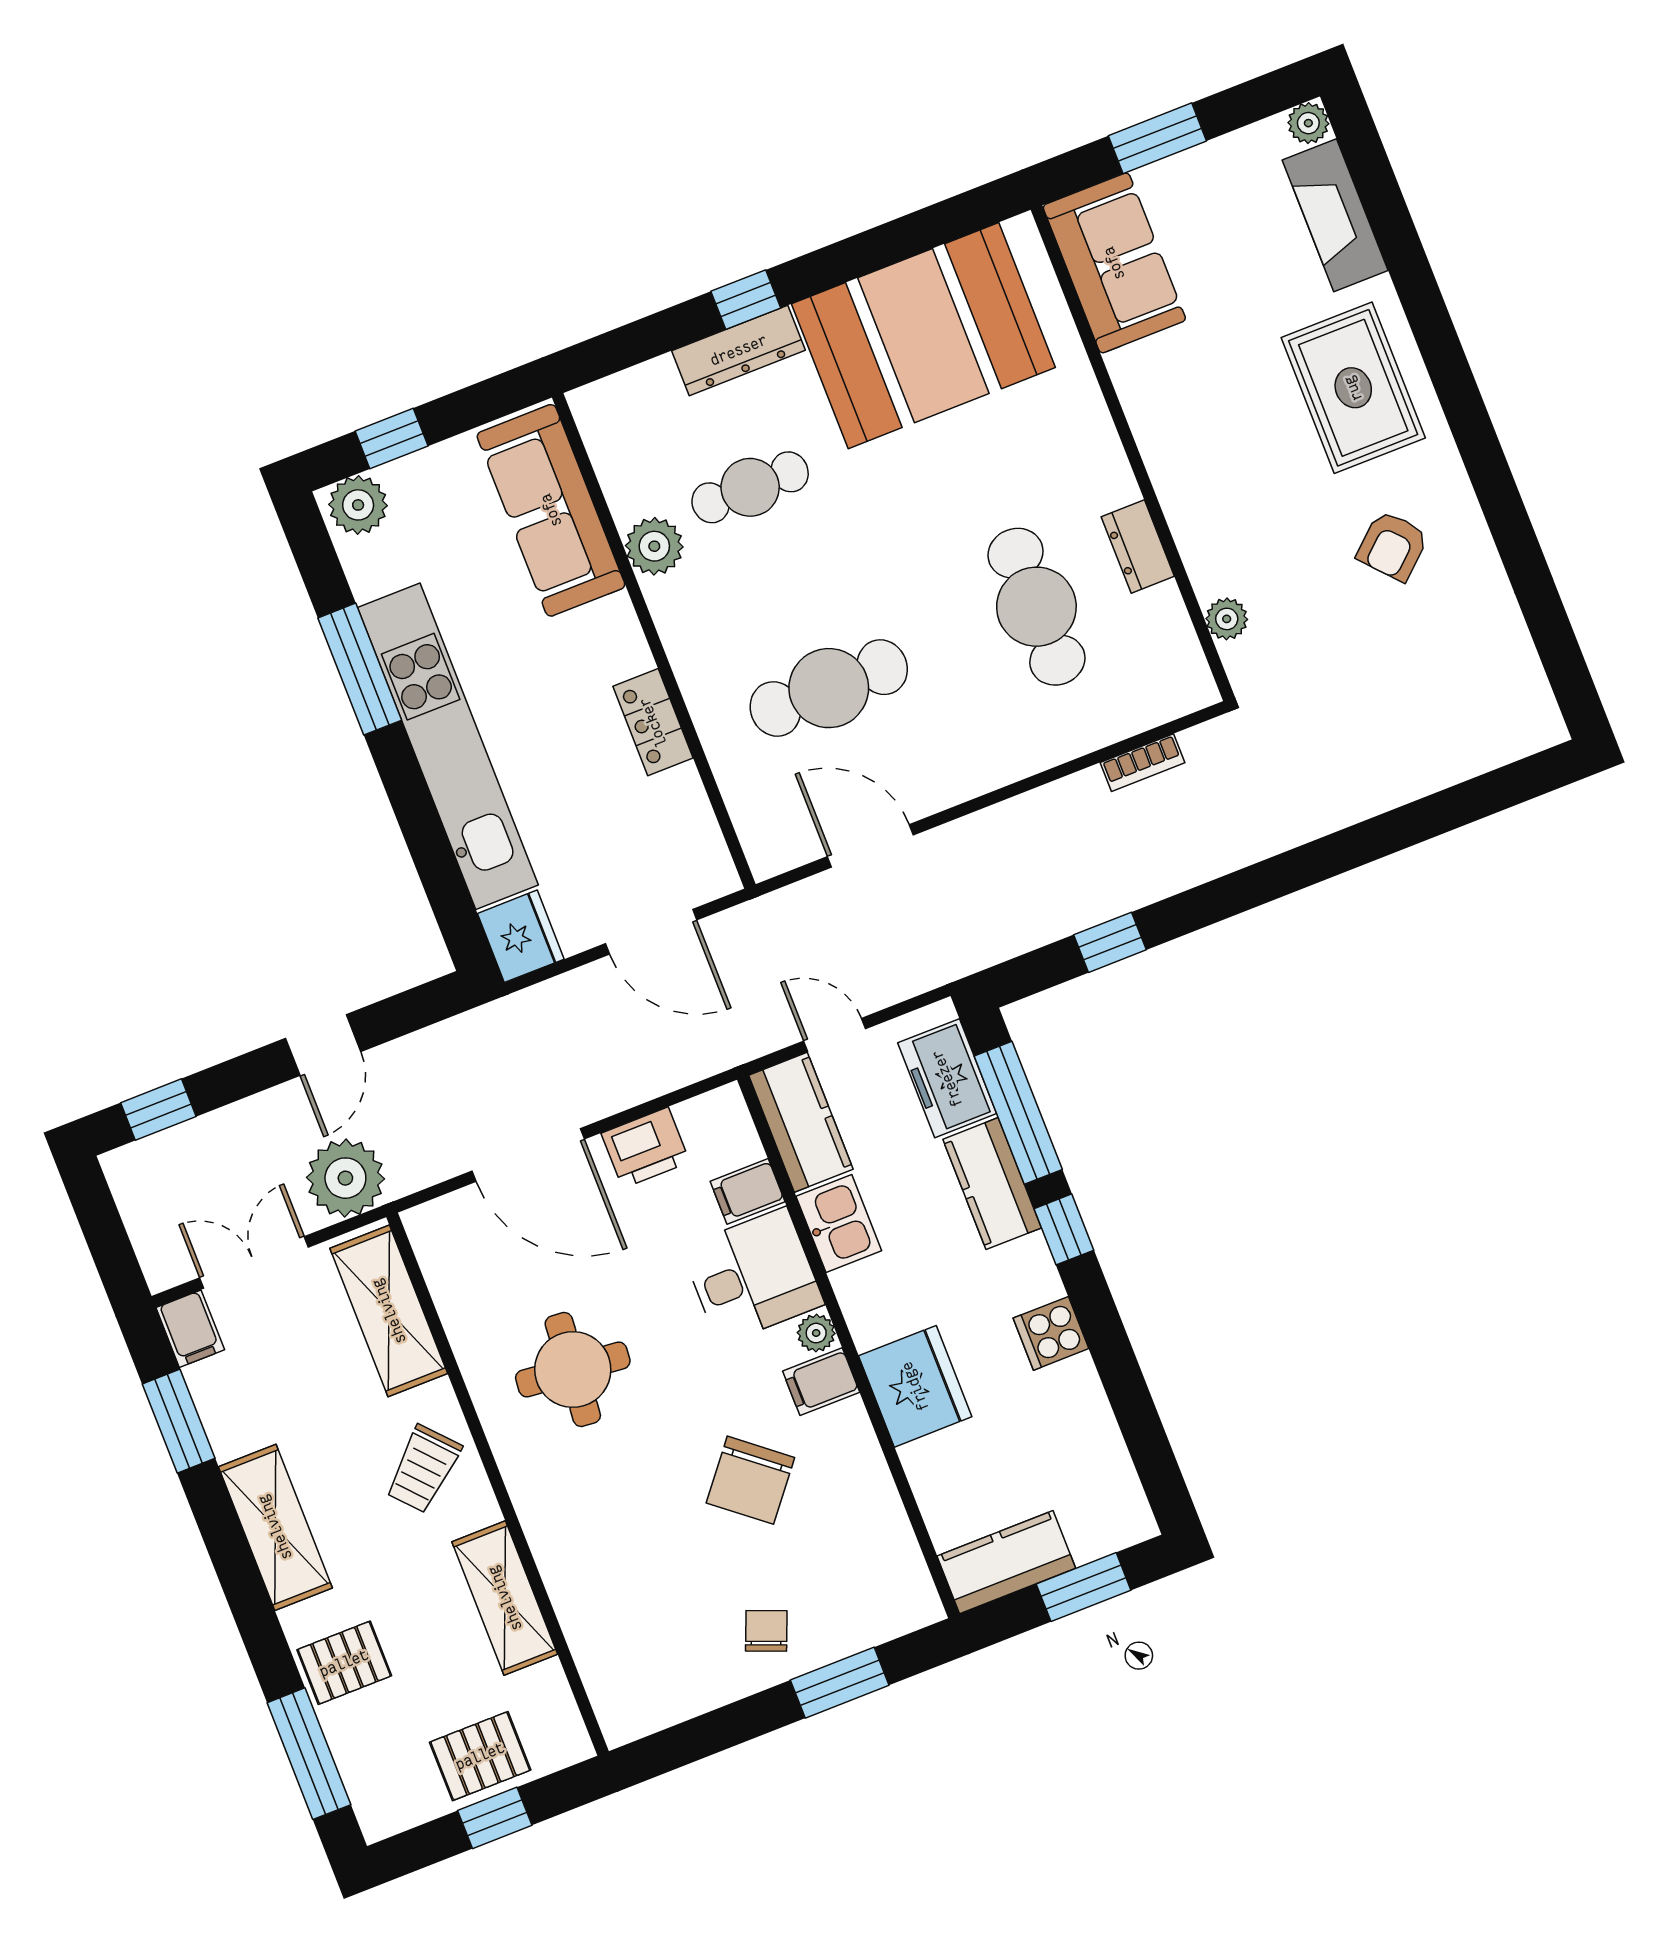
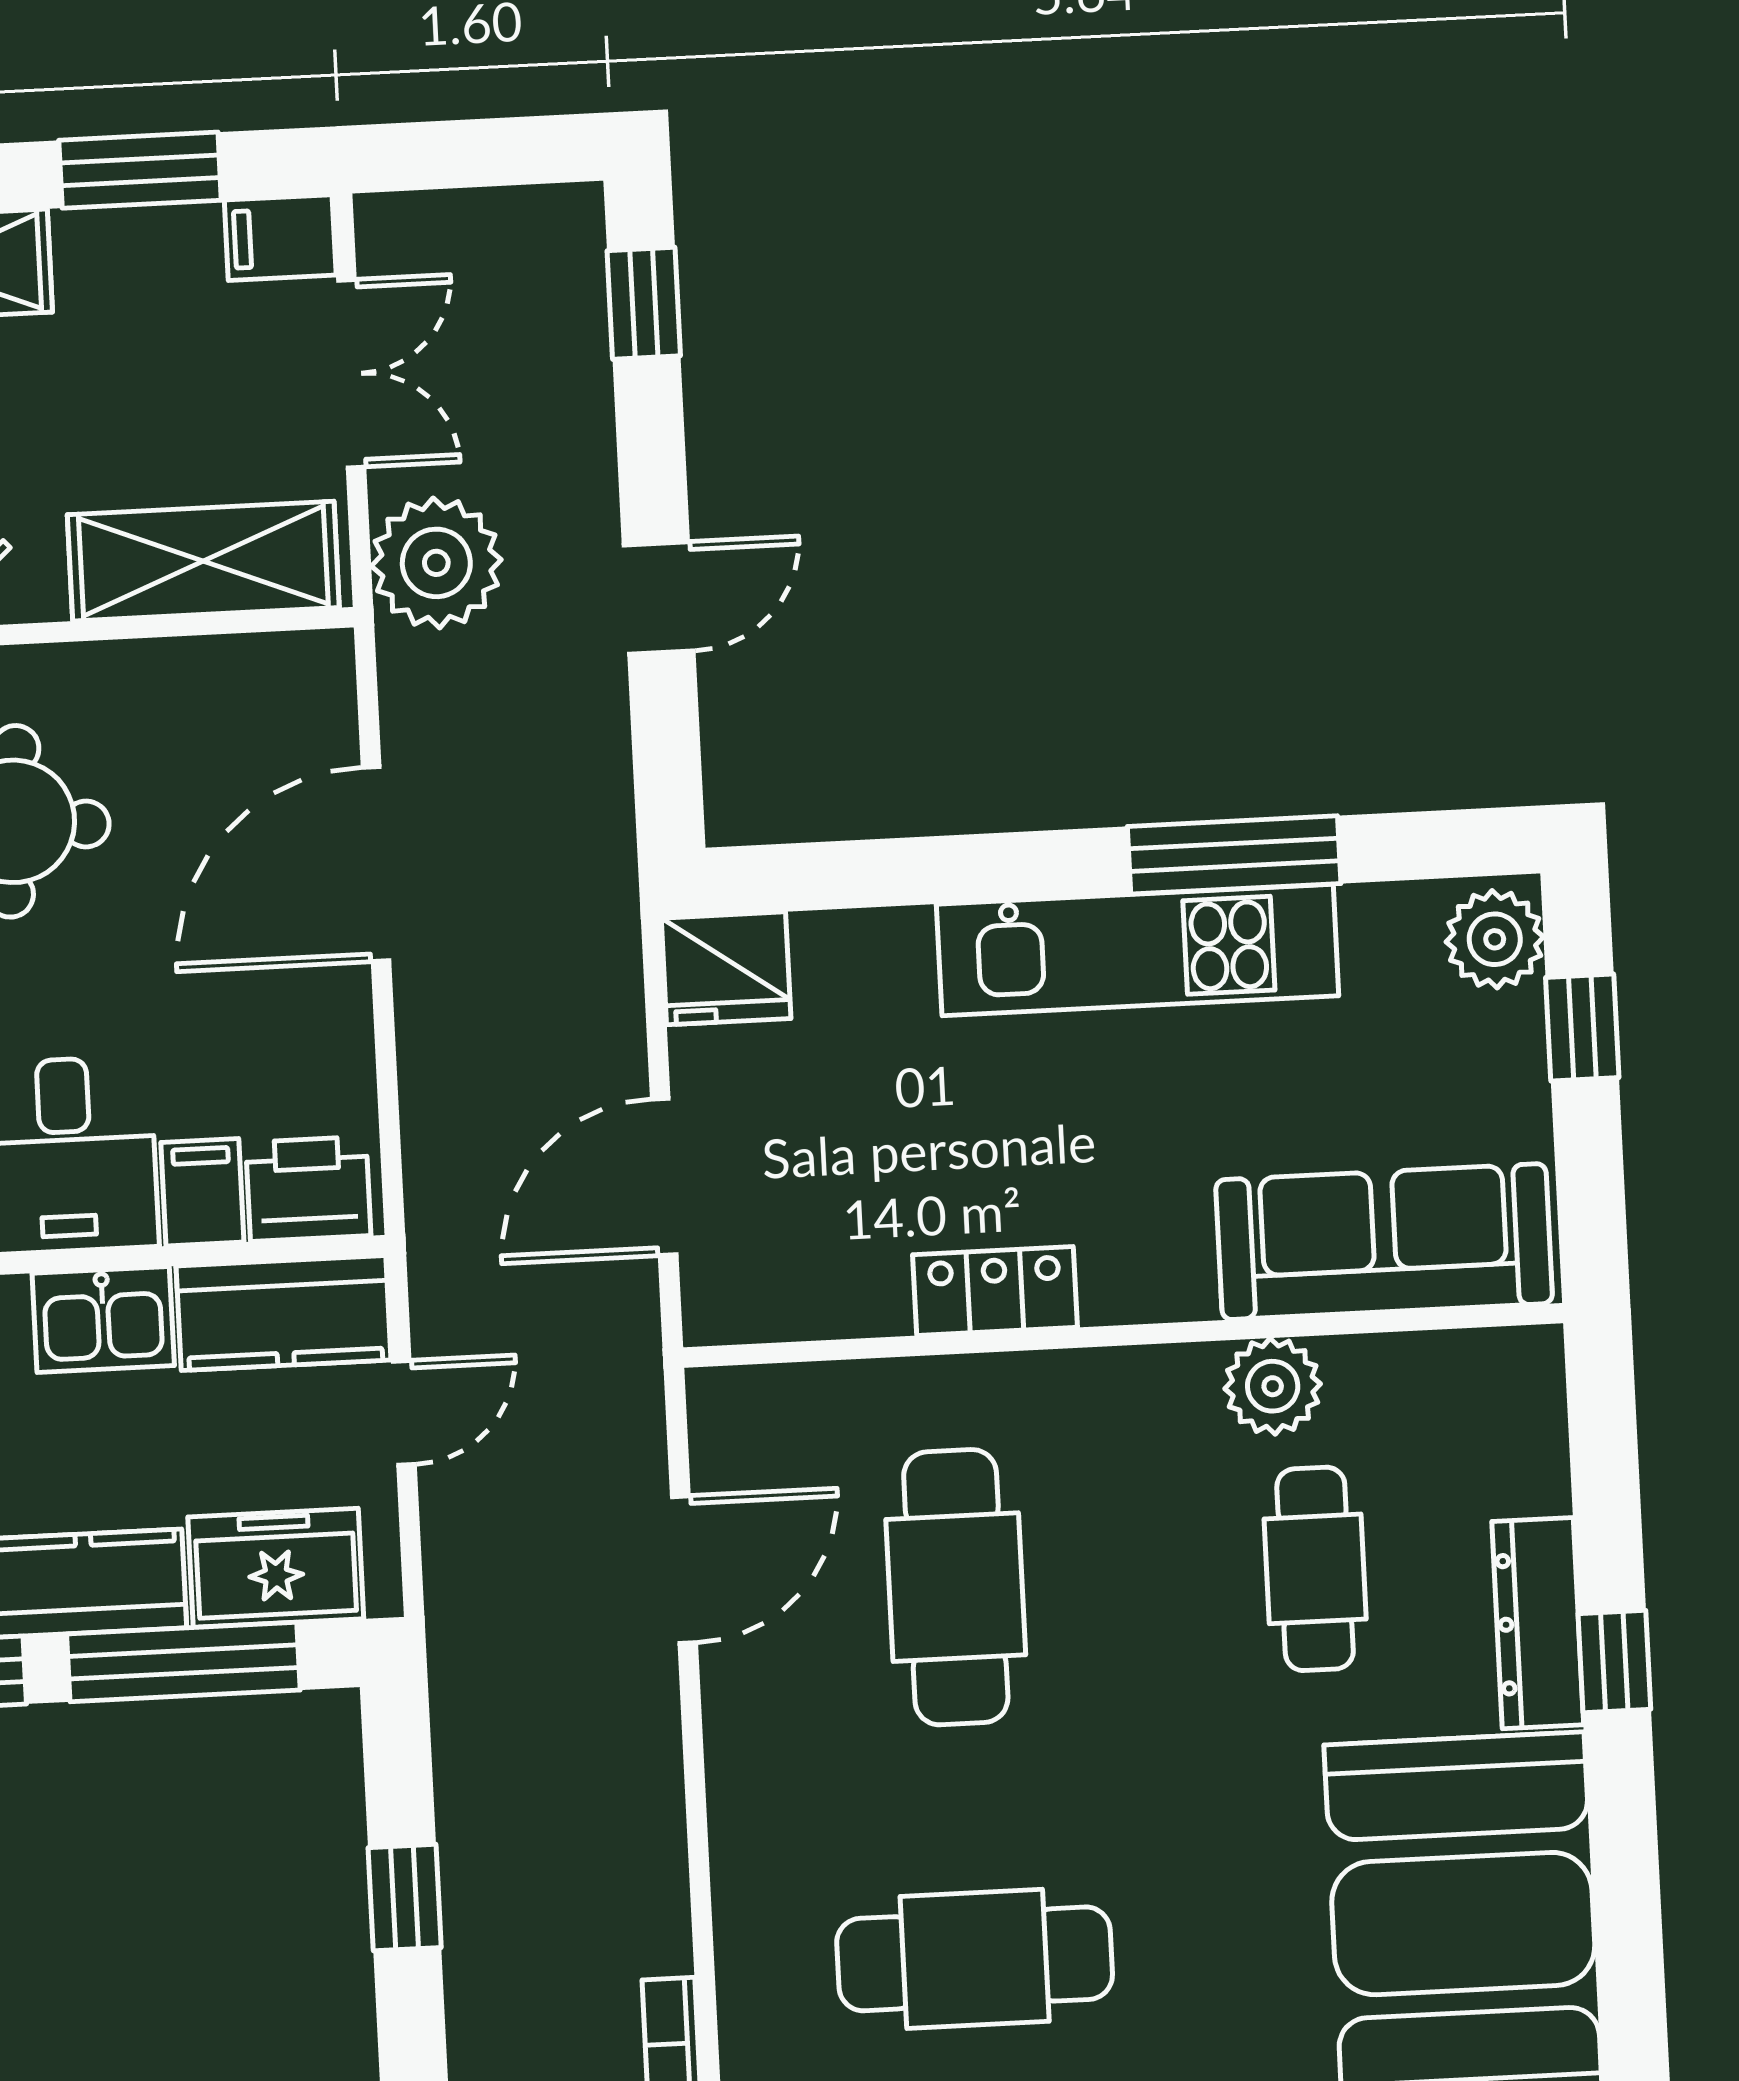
kitchen unit: (448, 746) -> (1138, 950), width x0.73
door: (323, 1045) -> (659, 598), swing flipped
printer: (645, 1148) -> (308, 1189), moved, turned 90

